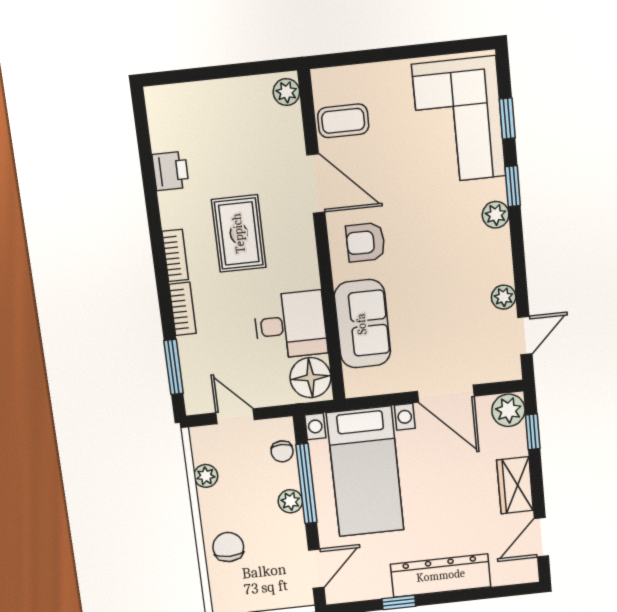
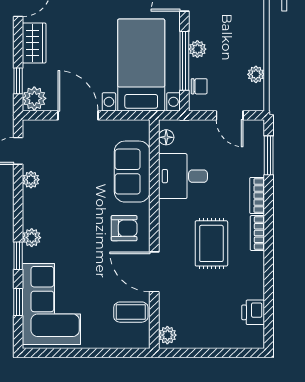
printer: (171, 171) -> (253, 312), moved
floor lamp: (310, 378) -> (166, 137), width x0.53, depth x0.53
chair: (282, 451) -> (199, 86), turned 90
chair: (228, 547) -> (246, 20), removed

